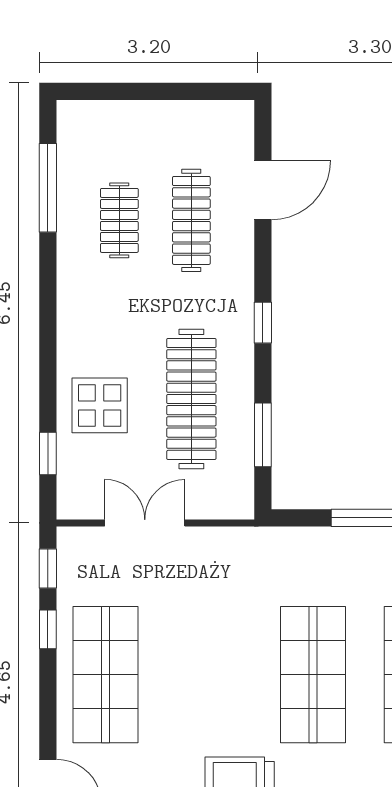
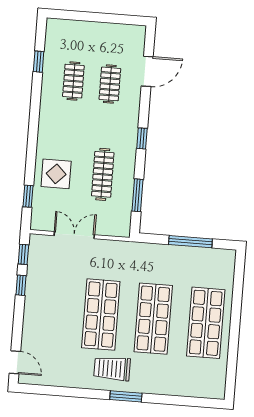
window: (48, 188) -> (39, 62), width x0.46
clothes rail: (191, 220) -> (110, 84), width x0.73
clothes rail: (191, 399) -> (103, 174), width x0.73, depth x0.76
shop shelf: (106, 675) -> (101, 315), moved

